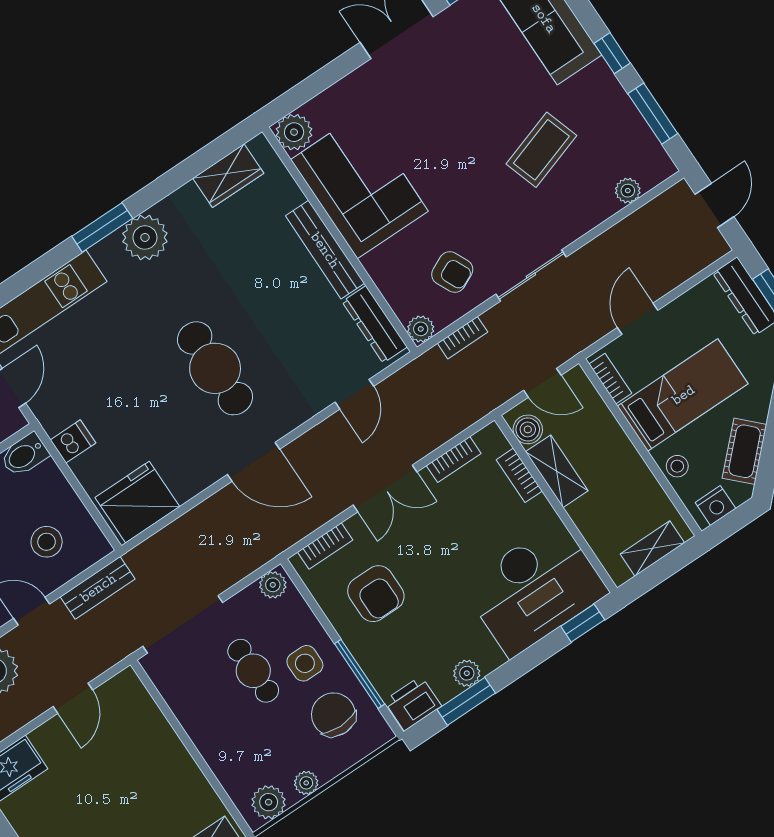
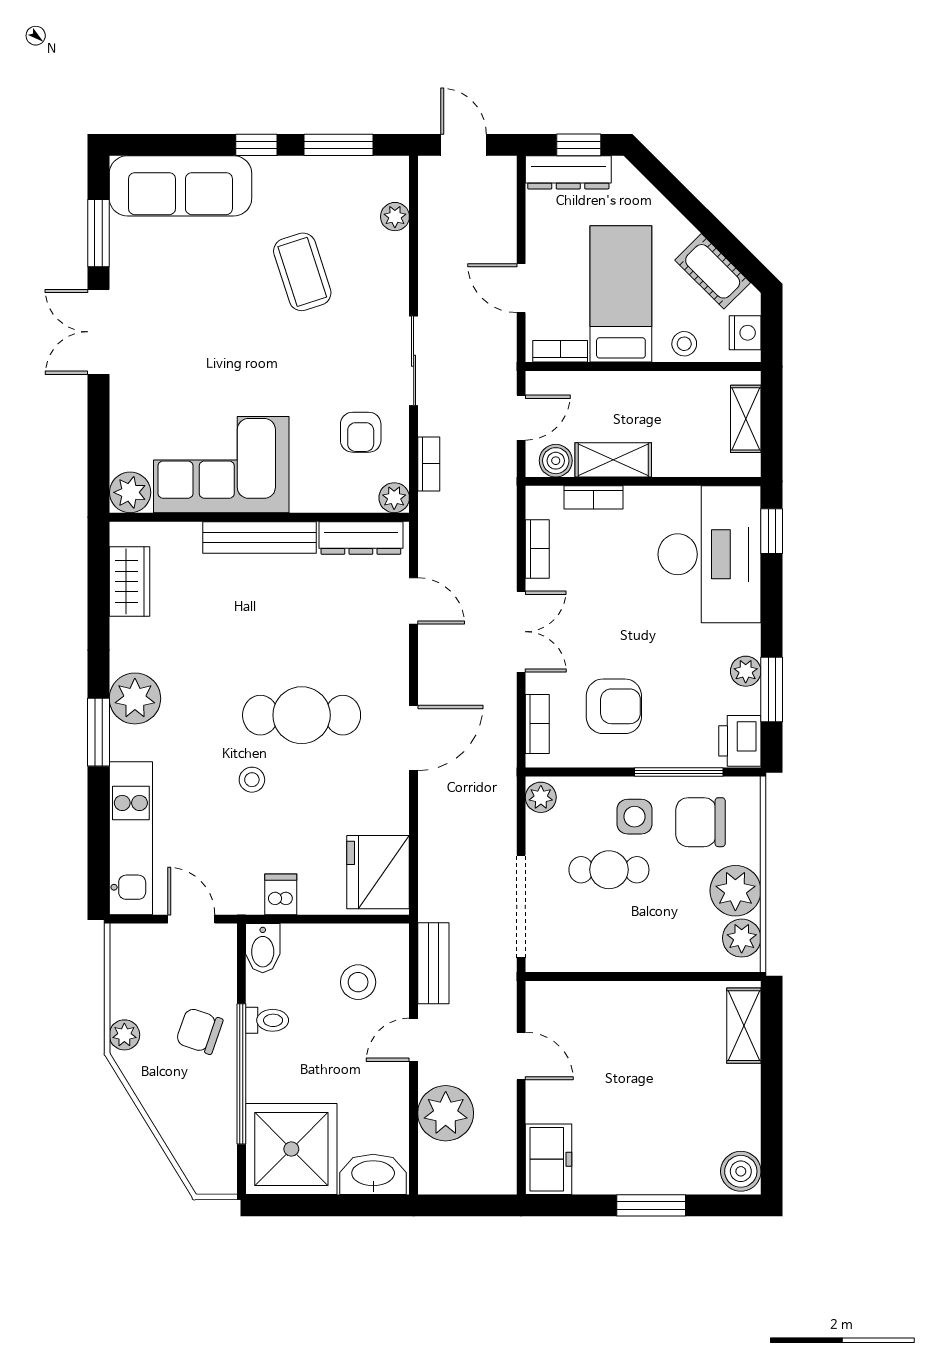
armchair: (452, 272) -> (361, 432), turned 115
stool: (143, 364) -> (252, 780), added
plant: (306, 783) -> (735, 891), width x1.88, depth x1.88

